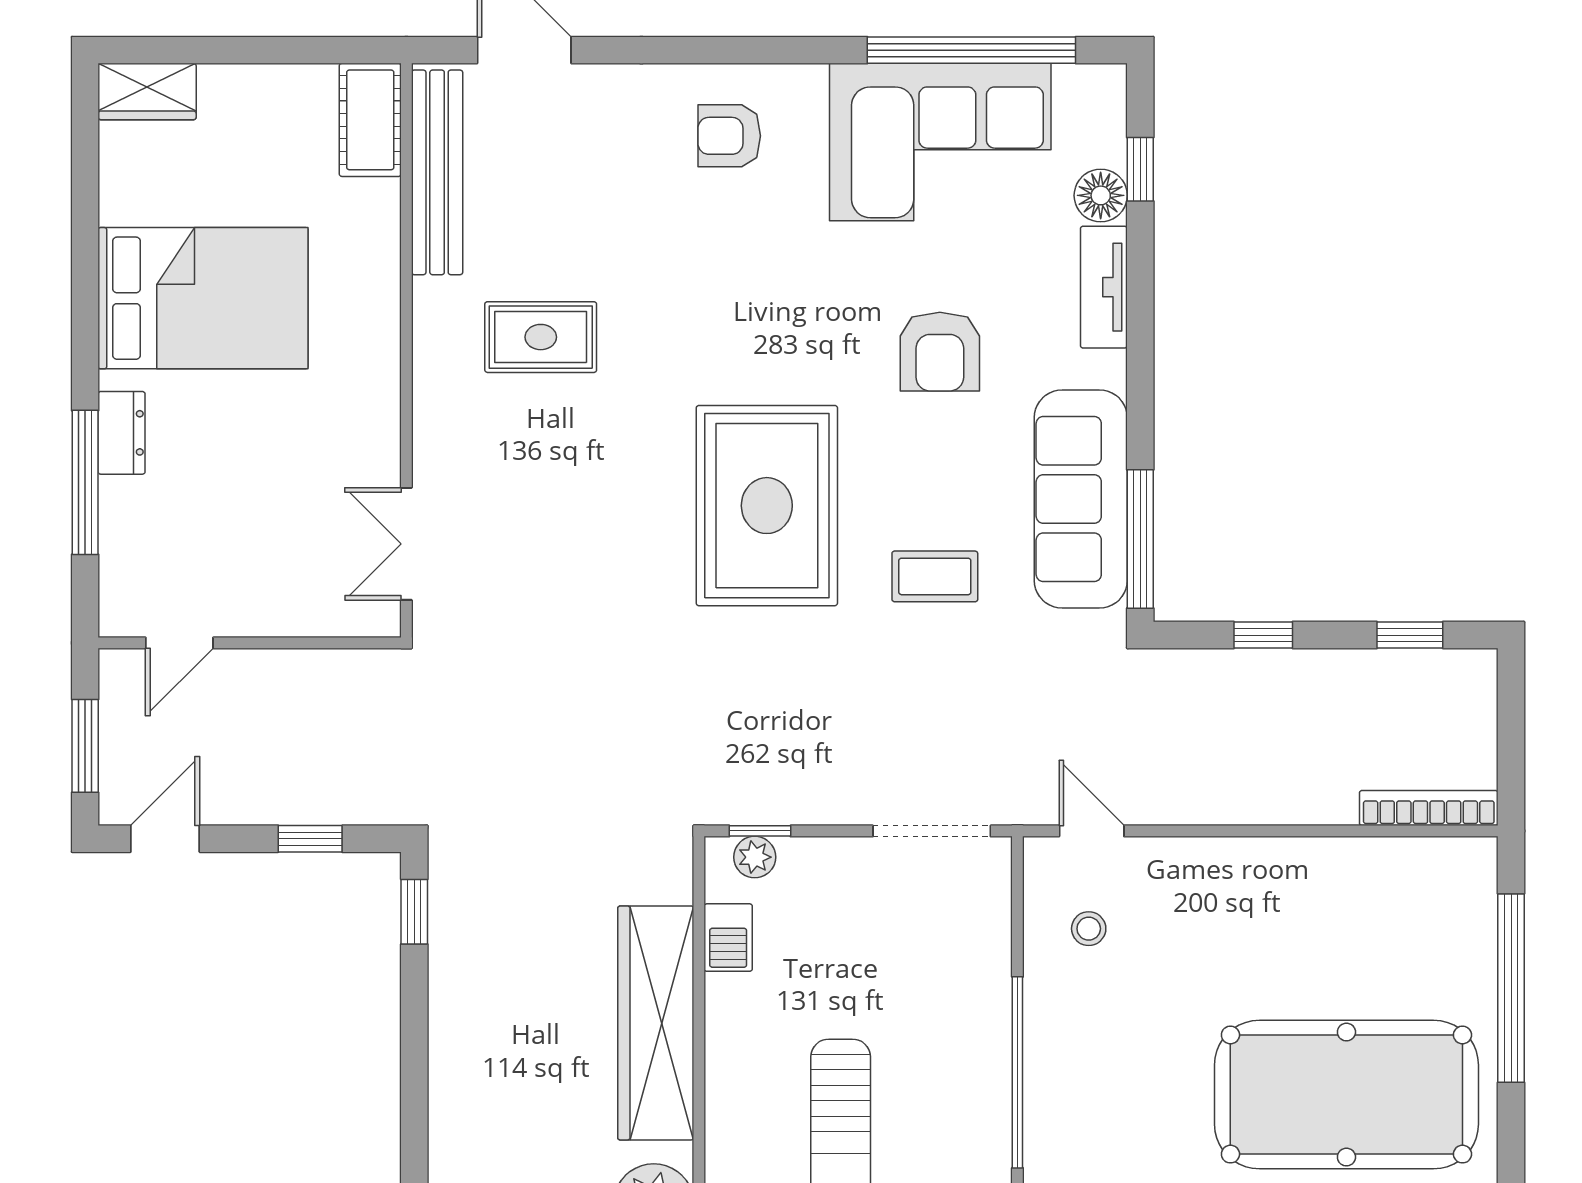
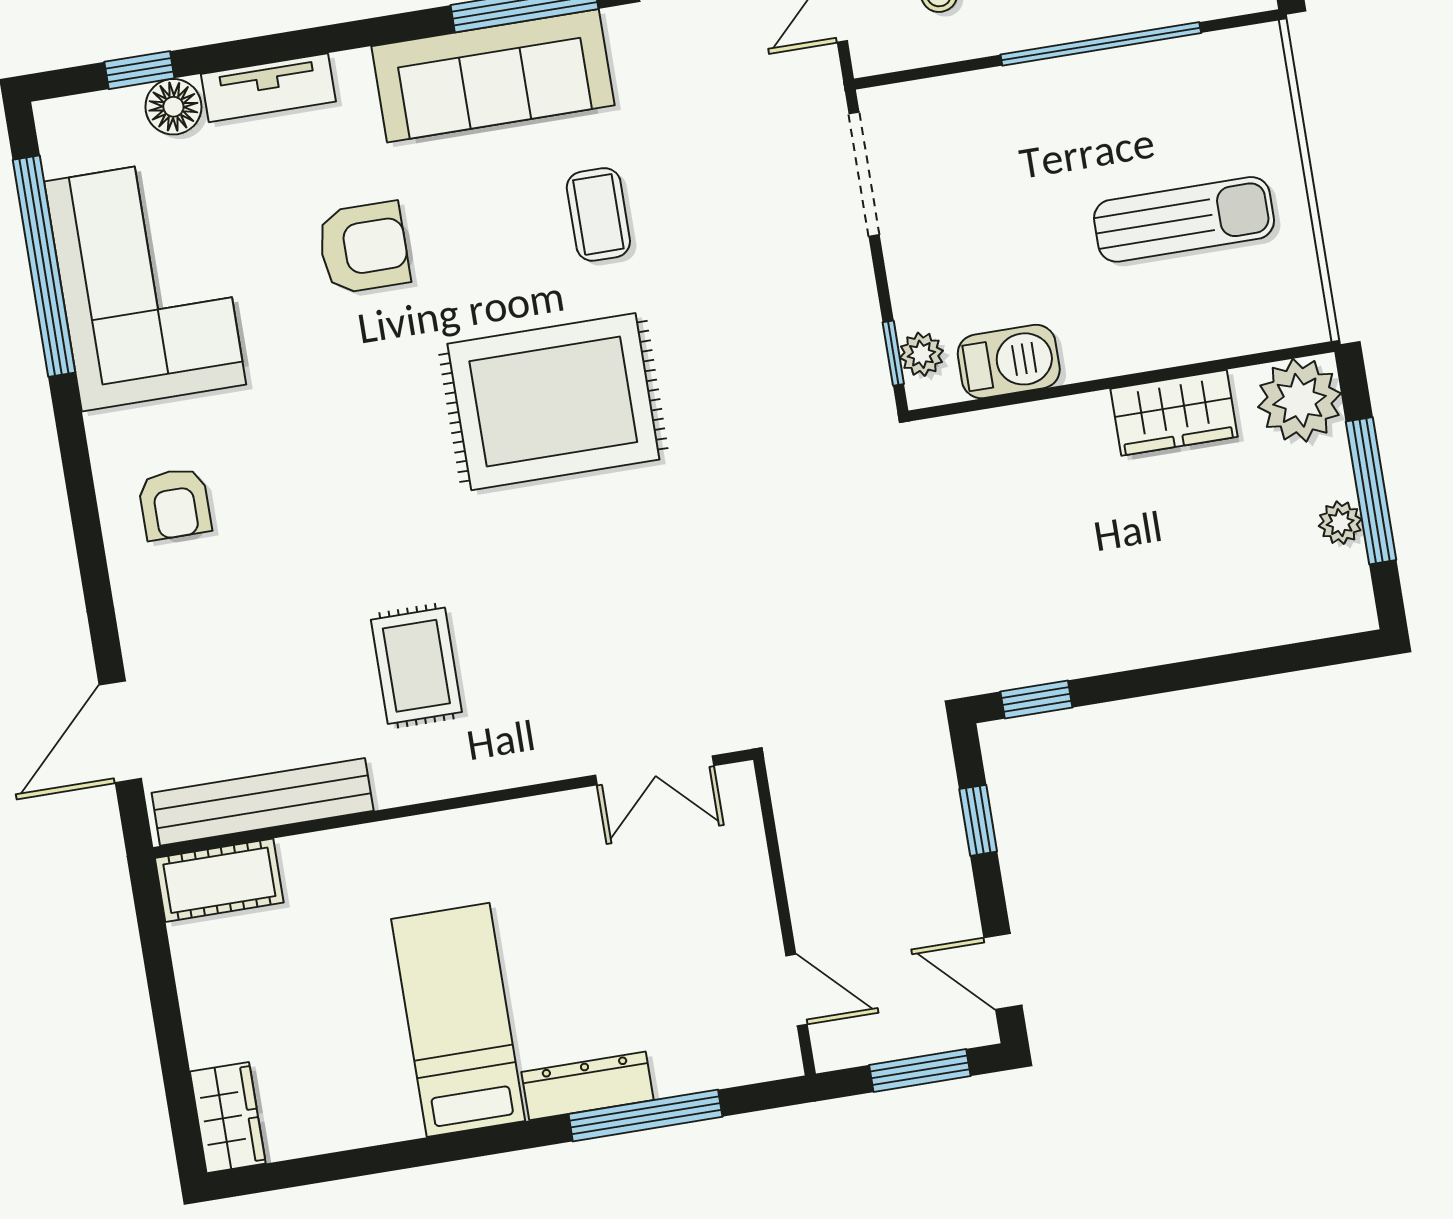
bed: (203, 298) -> (458, 1020), width x0.67
dresser: (122, 433) -> (588, 1086), width x1.44
barbecue: (728, 938) -> (1009, 362), width x1.38, depth x1.27
wardrobe: (656, 1023) -> (1174, 413), width x0.48, depth x0.85

